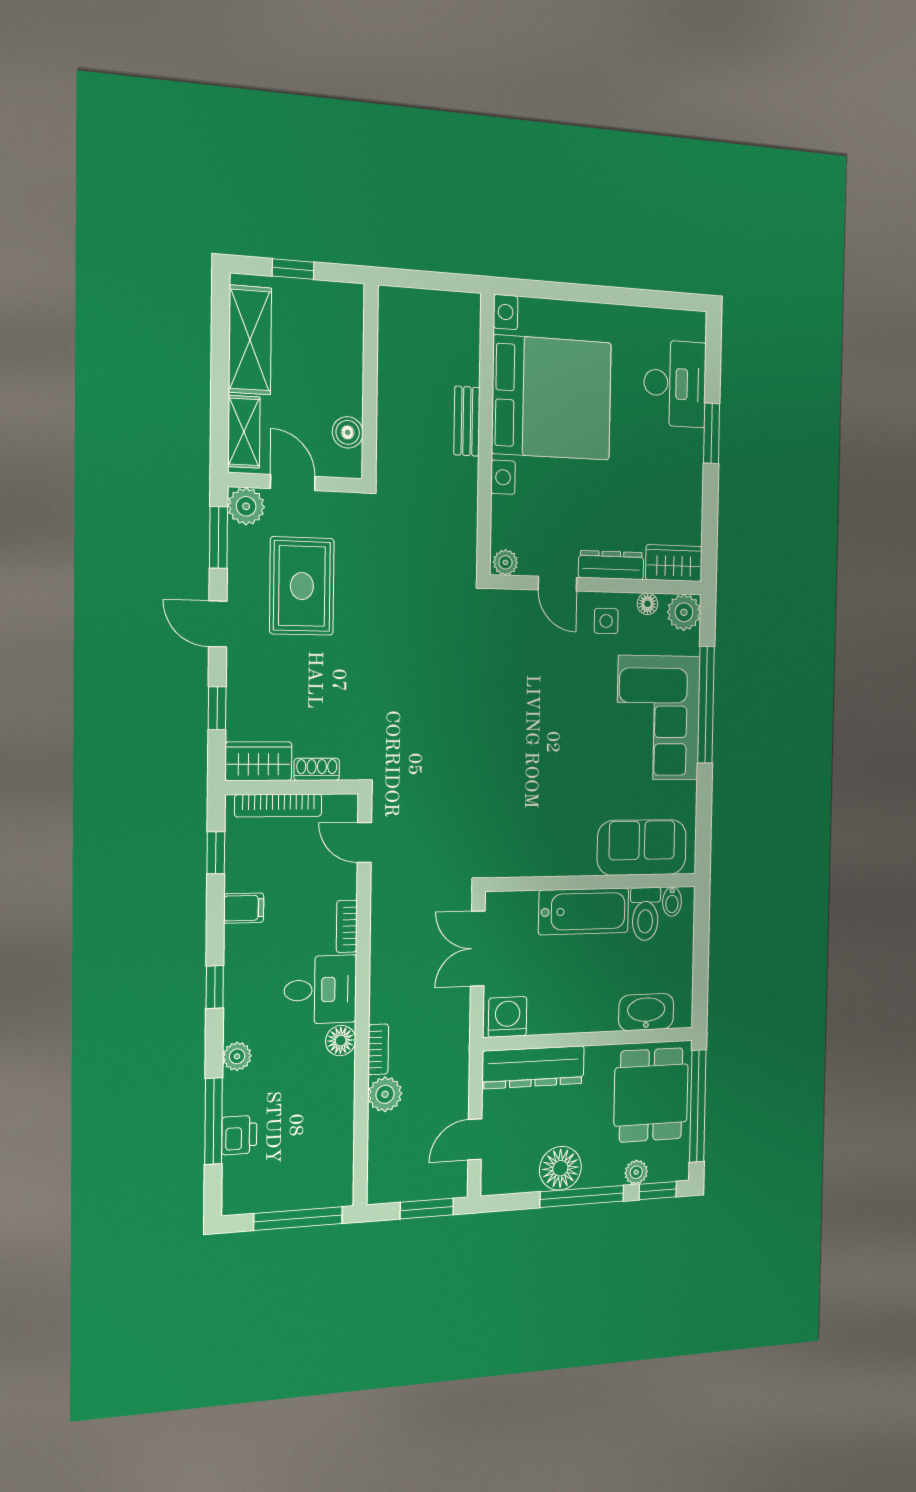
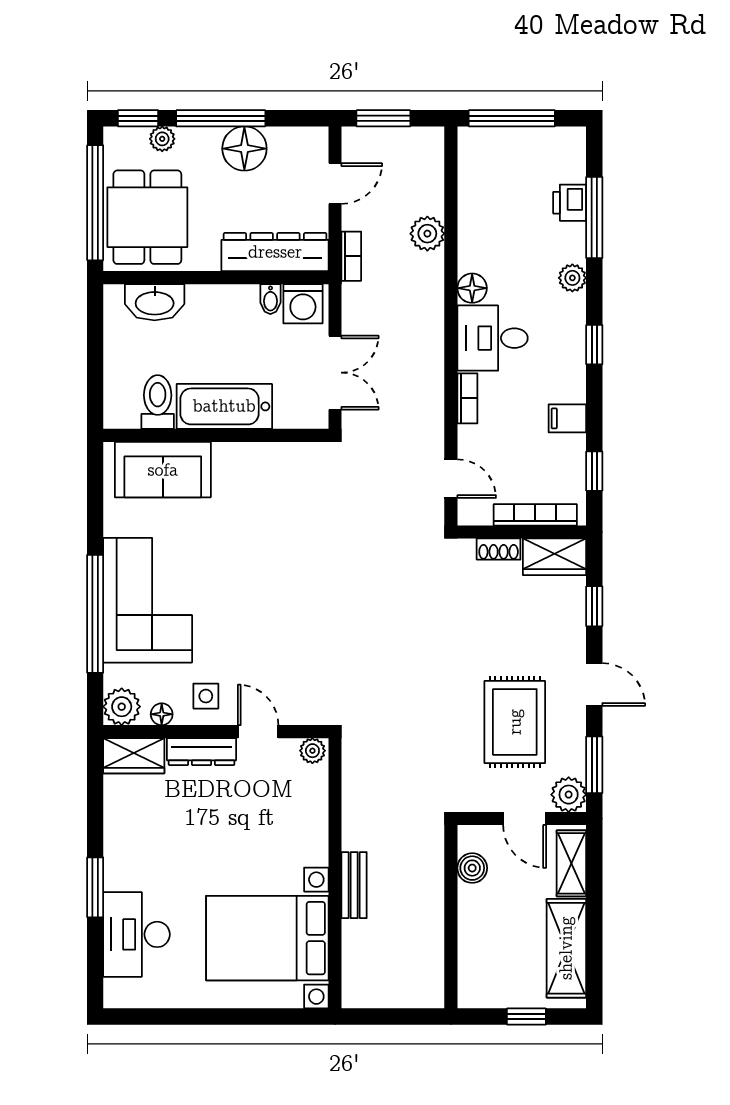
bed with nightstands: (552, 398) -> (267, 938), width x0.73
bidet: (672, 902) -> (270, 299), moved, turned 180
bookcase: (378, 1049) -> (351, 256), moved, turned 180

